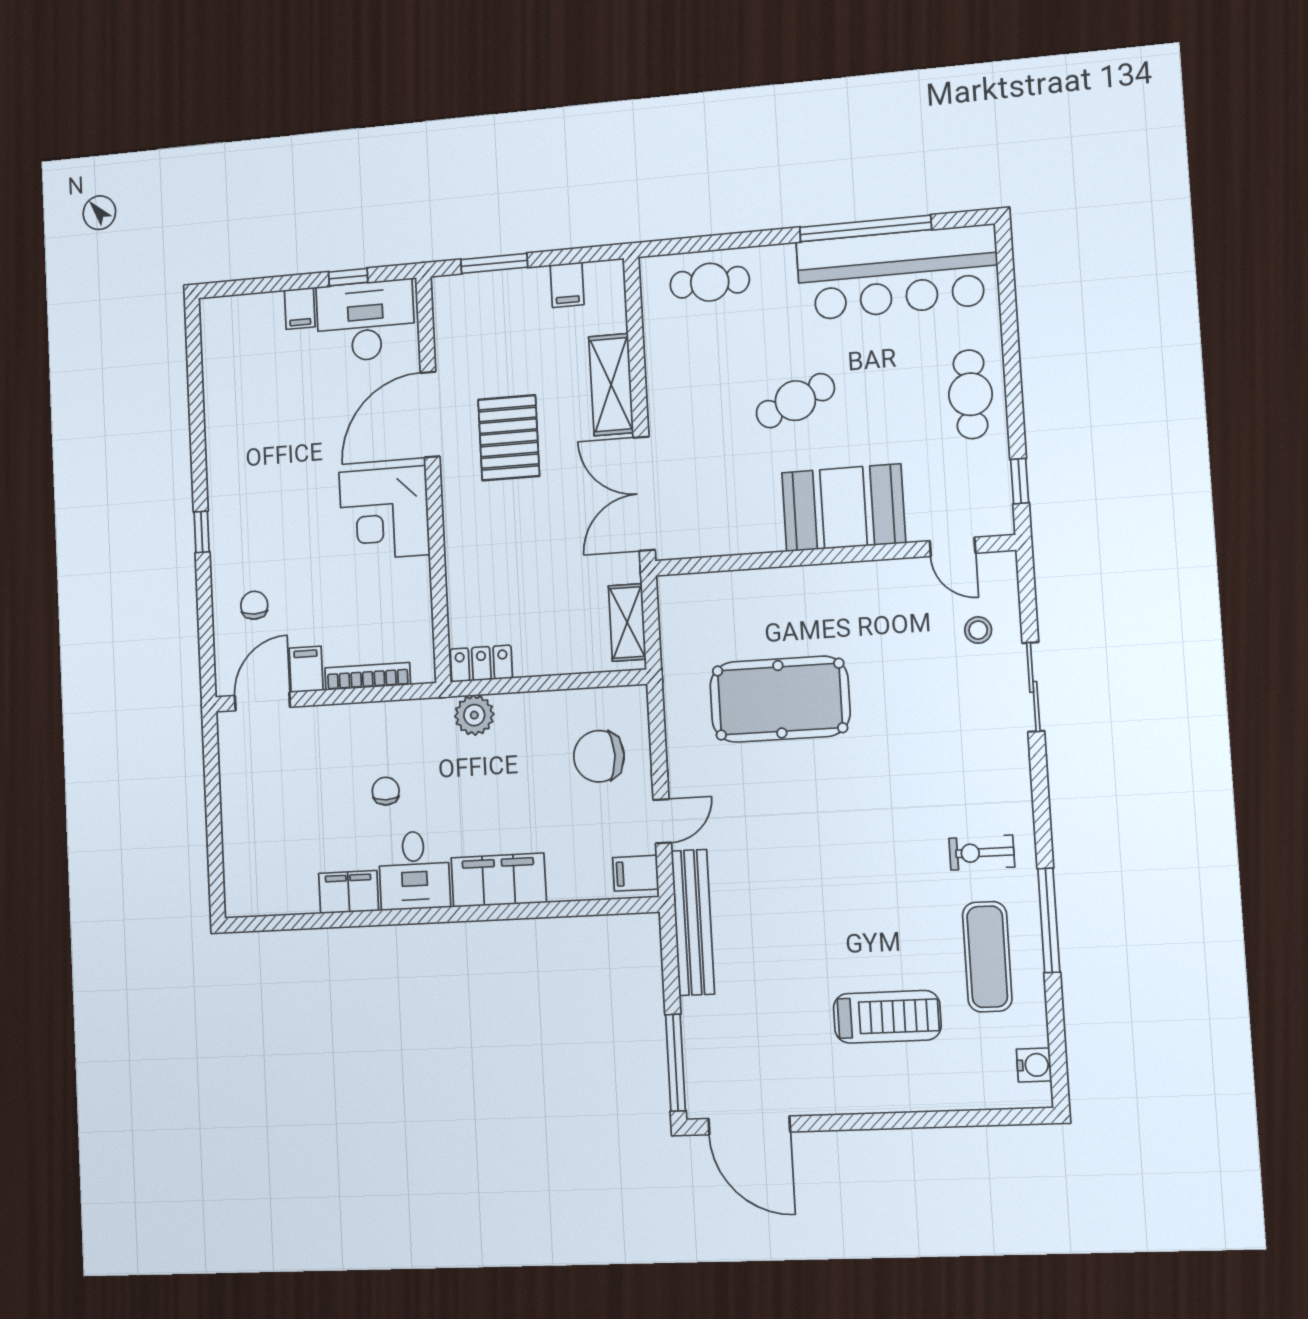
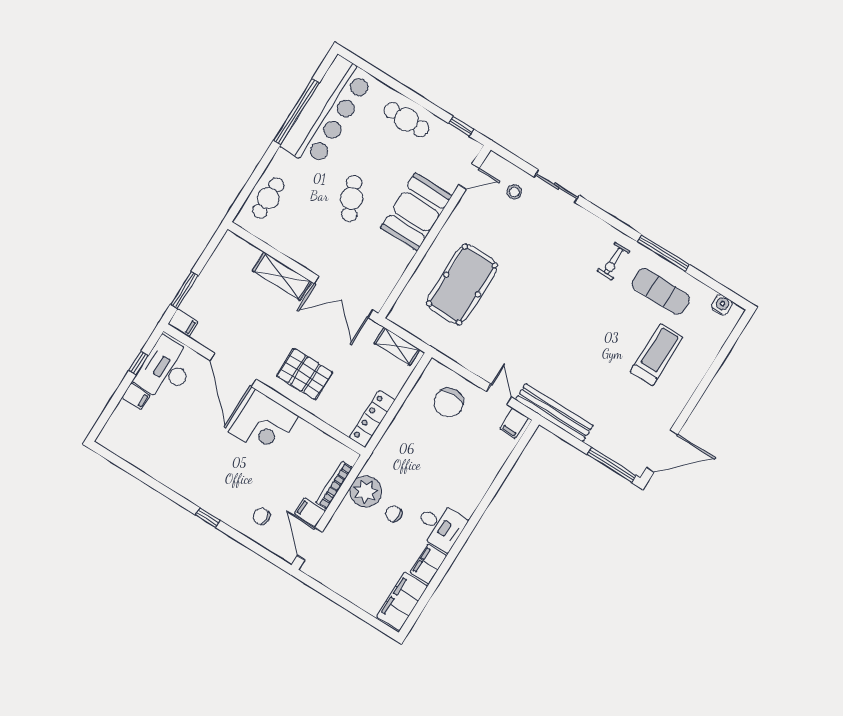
filing cabinet: (567, 285) -> (183, 323), moved
pallet: (509, 438) -> (305, 374), moved
locker: (481, 664) -> (372, 419), width x1.53
pool table: (780, 699) -> (462, 285), moved
plant: (474, 715) -> (366, 491), moved, width x1.36, depth x1.36
filing cabinet: (499, 880) -> (402, 601), moved

